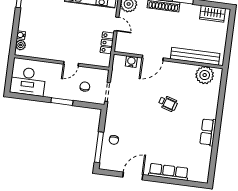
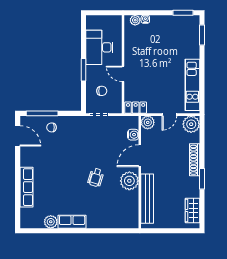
locker: (107, 43) -> (136, 108), moved
plant: (121, 46) -> (148, 122), added
door: (153, 58) -> (140, 156), hinge flipped
plant: (205, 75) -> (129, 181), moved
desk: (28, 81) -> (99, 47), moved
plant: (205, 153) -> (51, 222), added
door: (133, 176) -> (18, 136), moved

